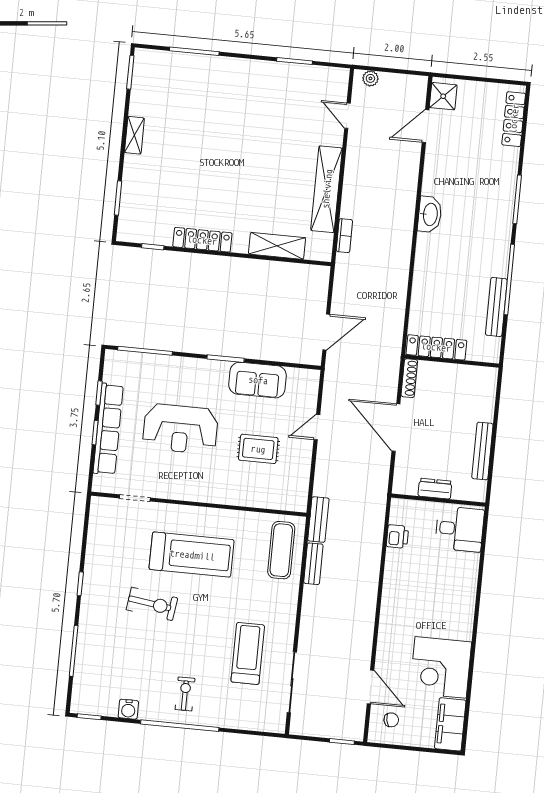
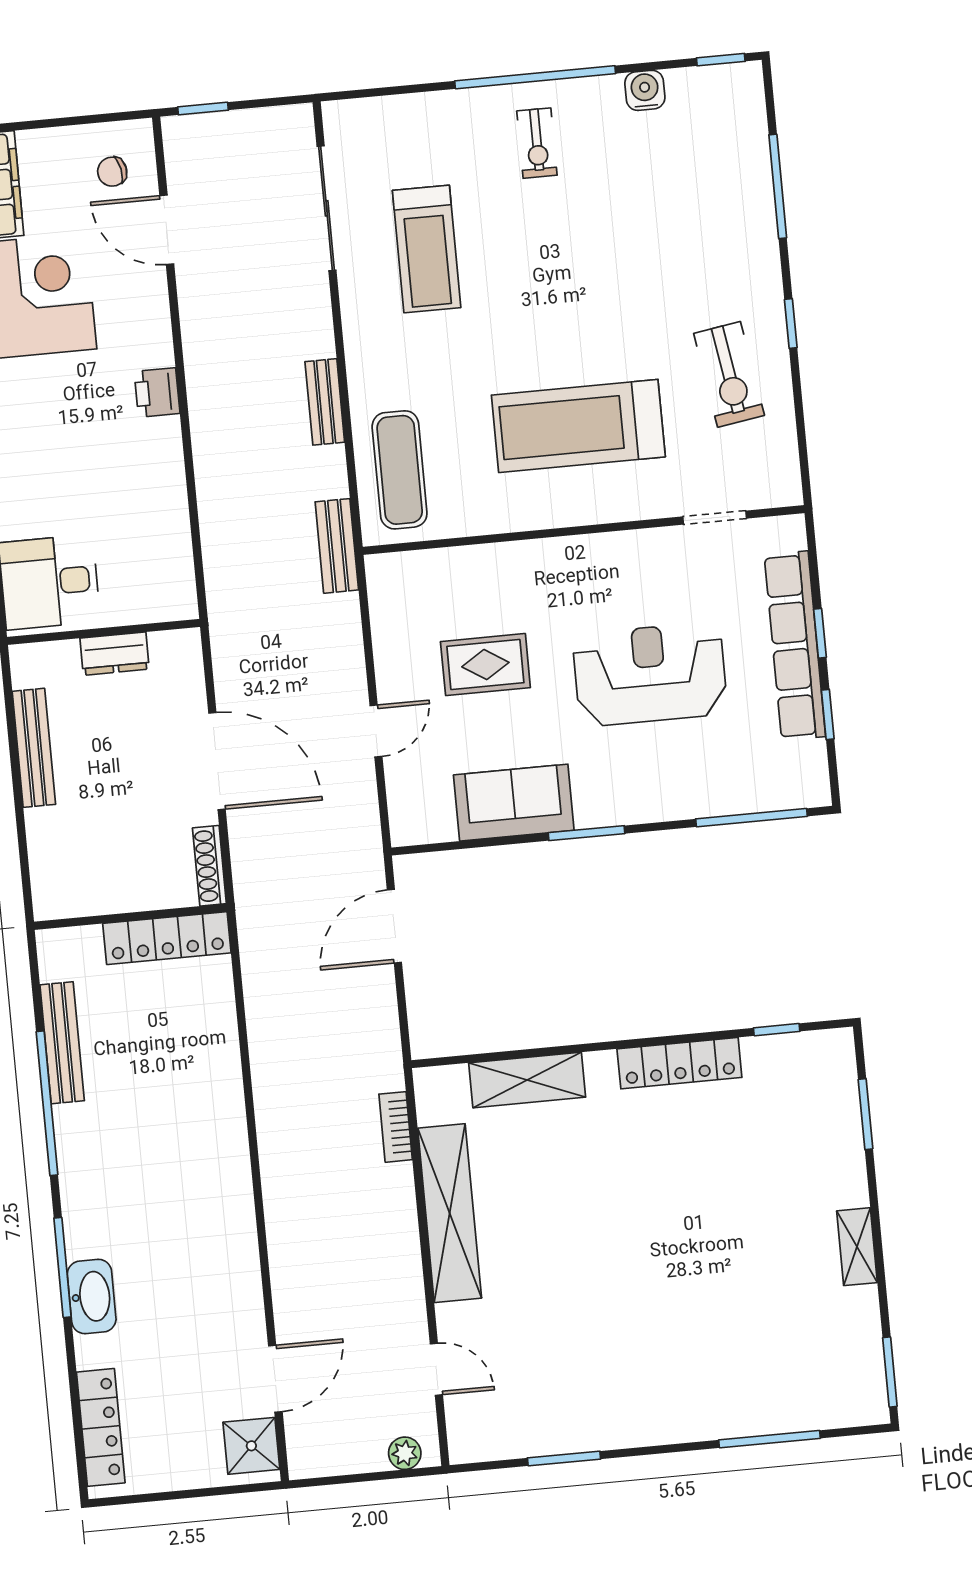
washbasin: (430, 214) -> (92, 1297), moved, turned 180
printer: (397, 537) -> (157, 392), moved
bench: (313, 564) -> (325, 402), moved
exercise bike: (152, 604) -> (729, 374), moved, turned -107

